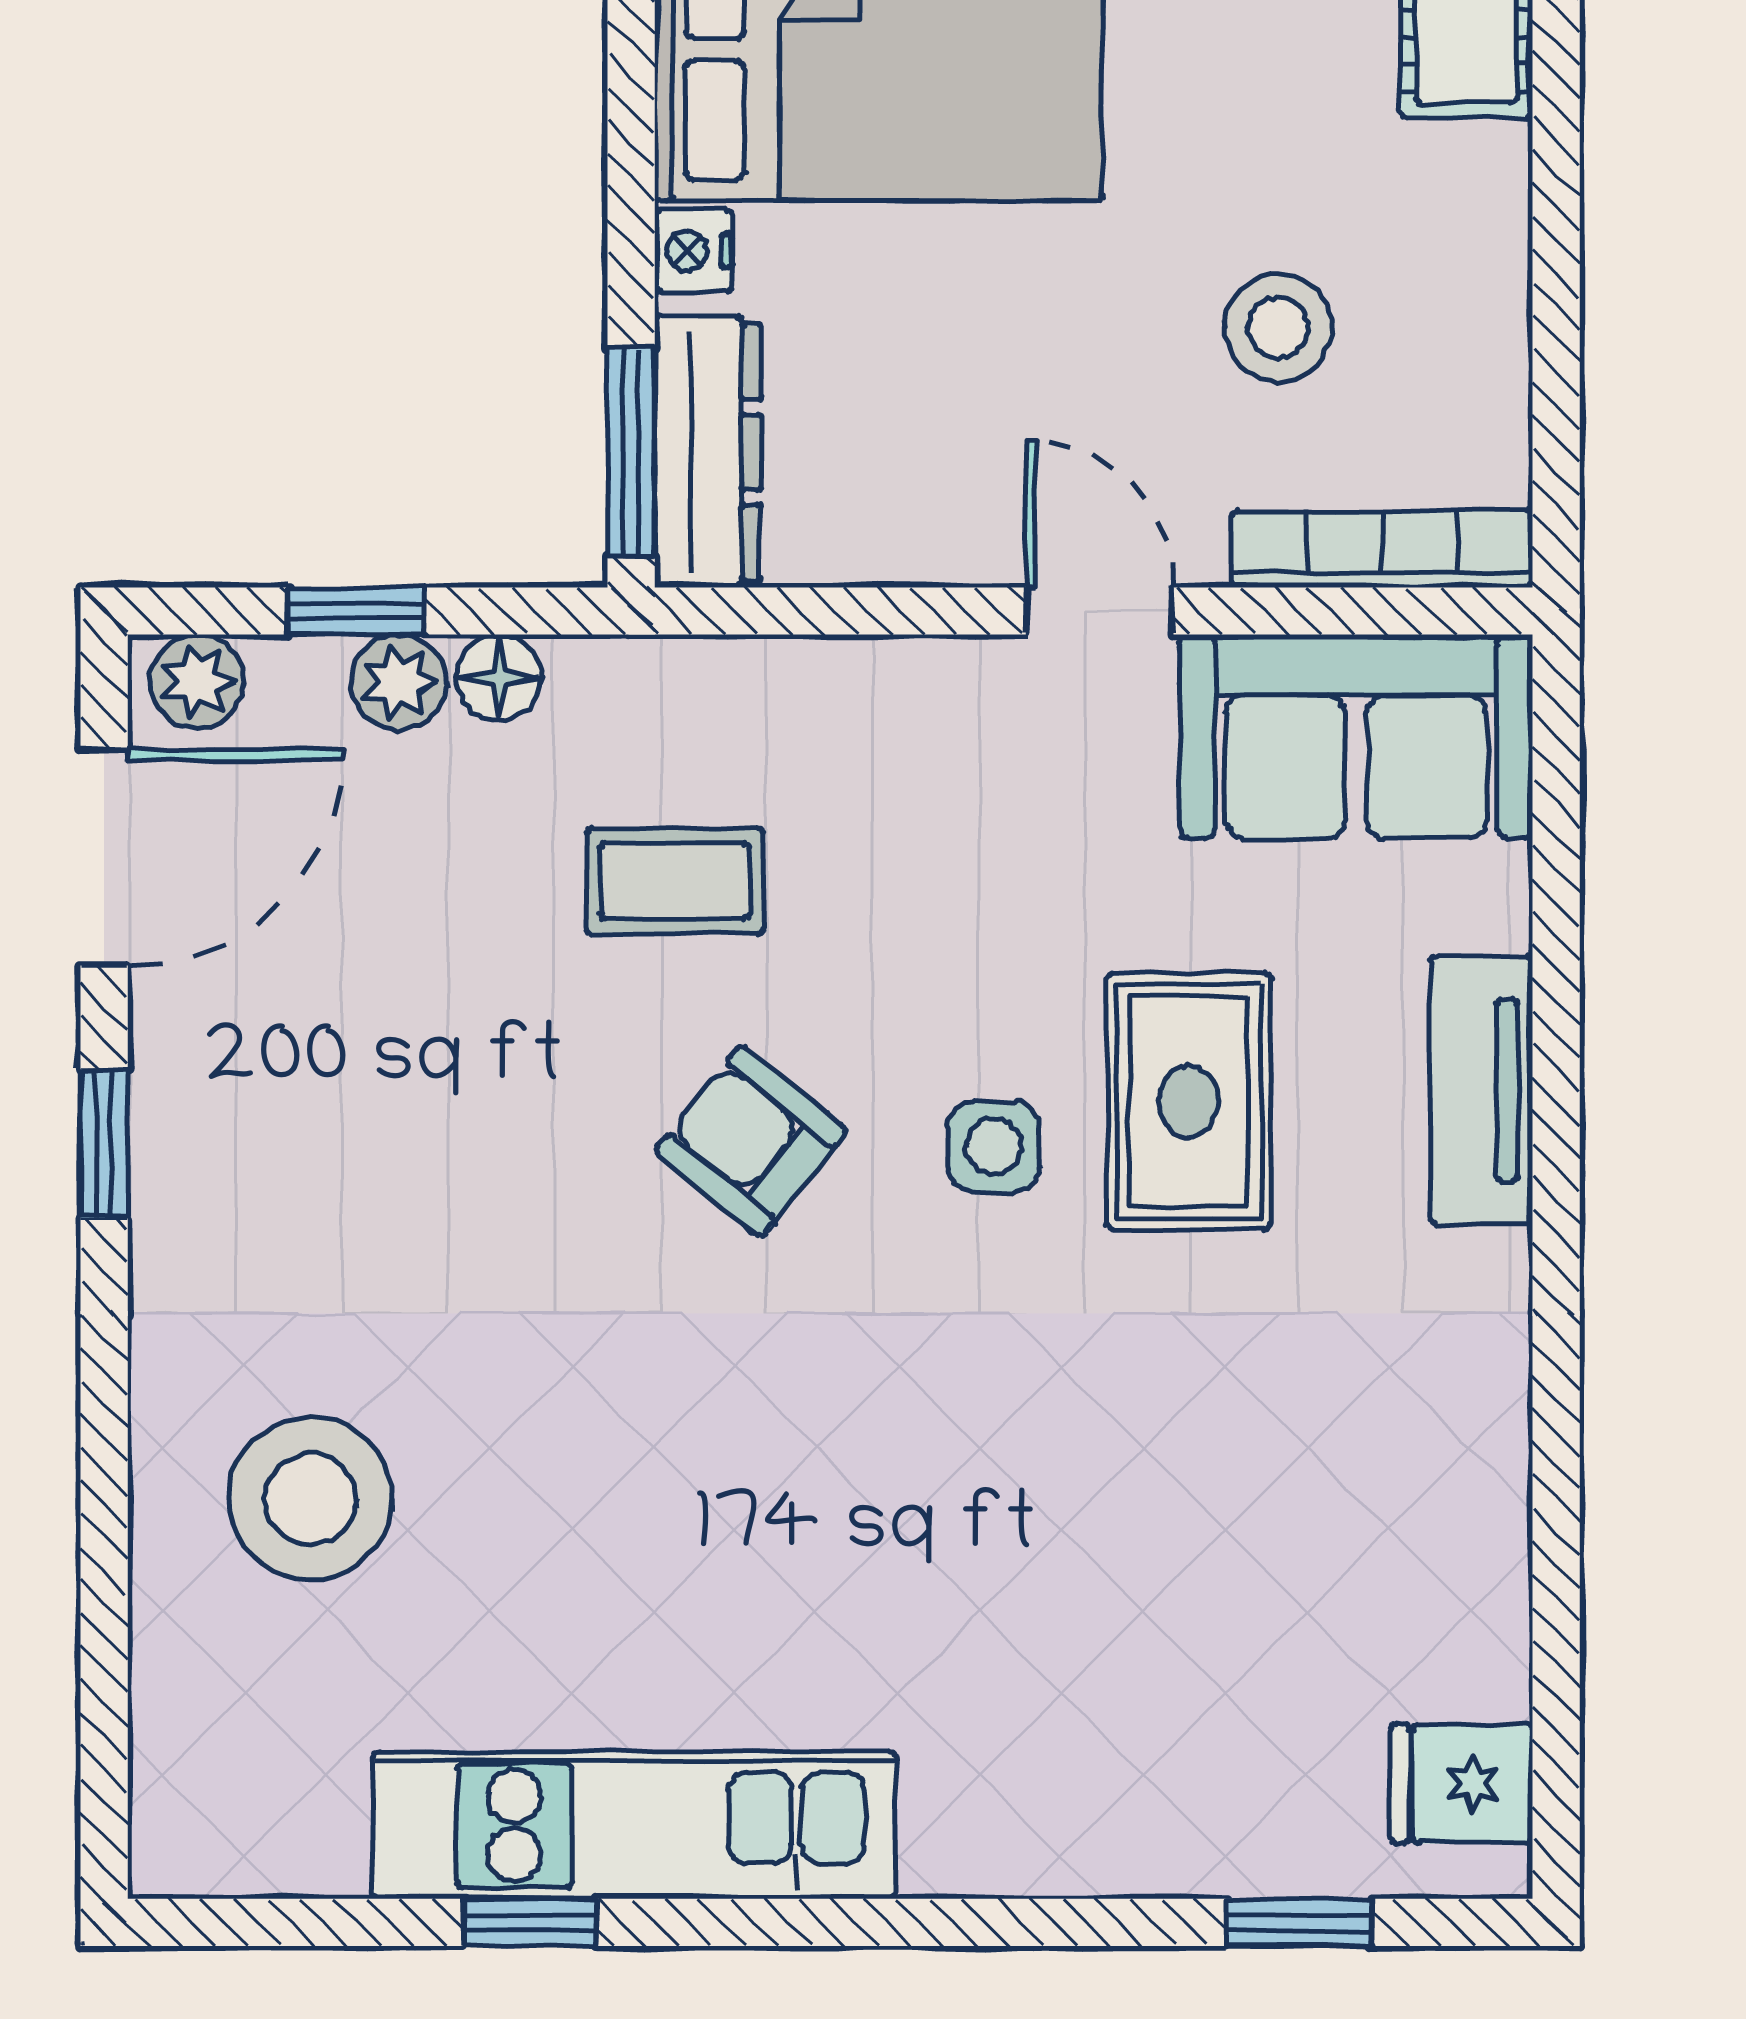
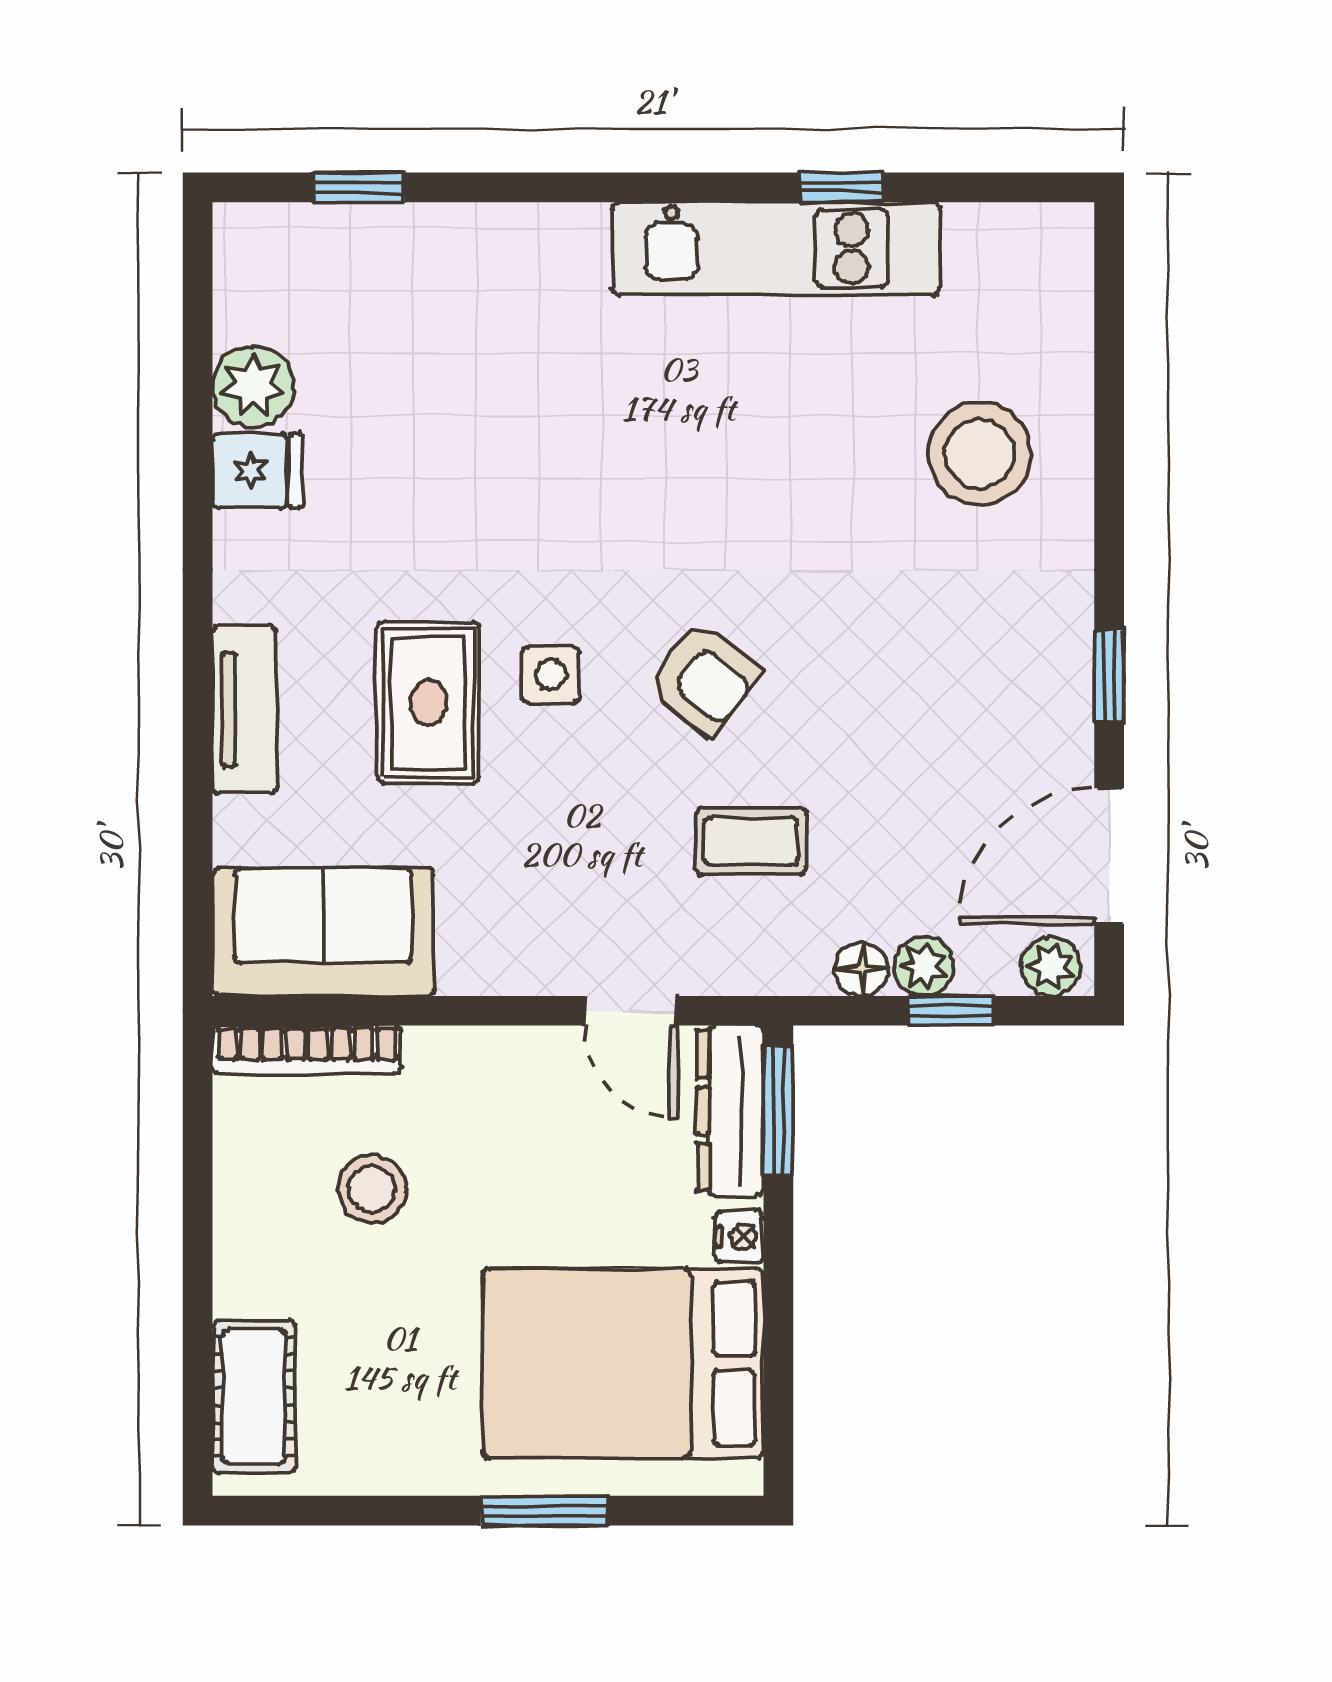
door: (1100, 611) -> (631, 1011), moved
plant: (1468, 1605) -> (253, 386), added
fridge: (1461, 1783) -> (257, 471), moved

